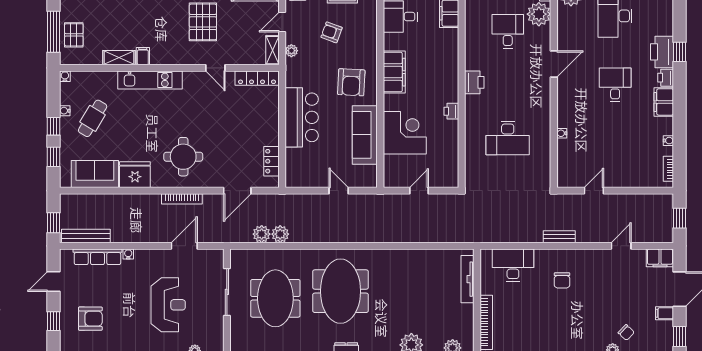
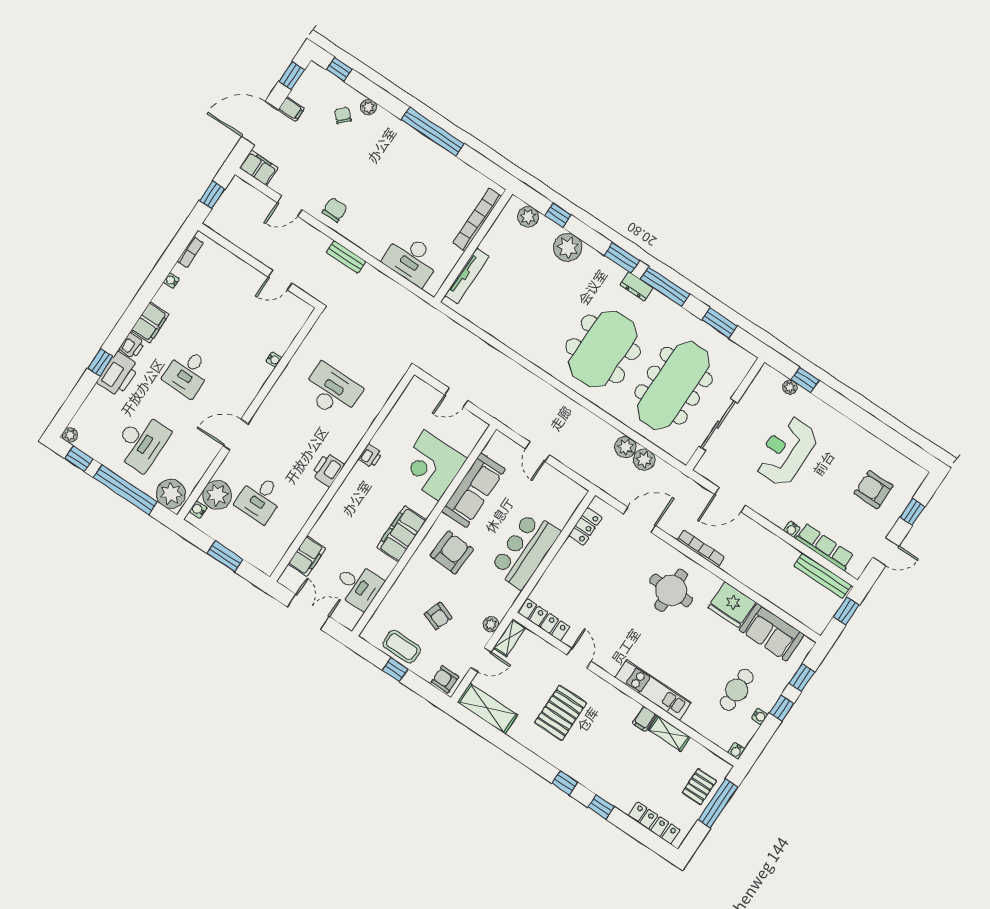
cafe table: (93, 118) -> (737, 690), turned -31
chair: (562, 280) -> (335, 210), moved
meeting table: (275, 298) -> (673, 386), width x1.36

